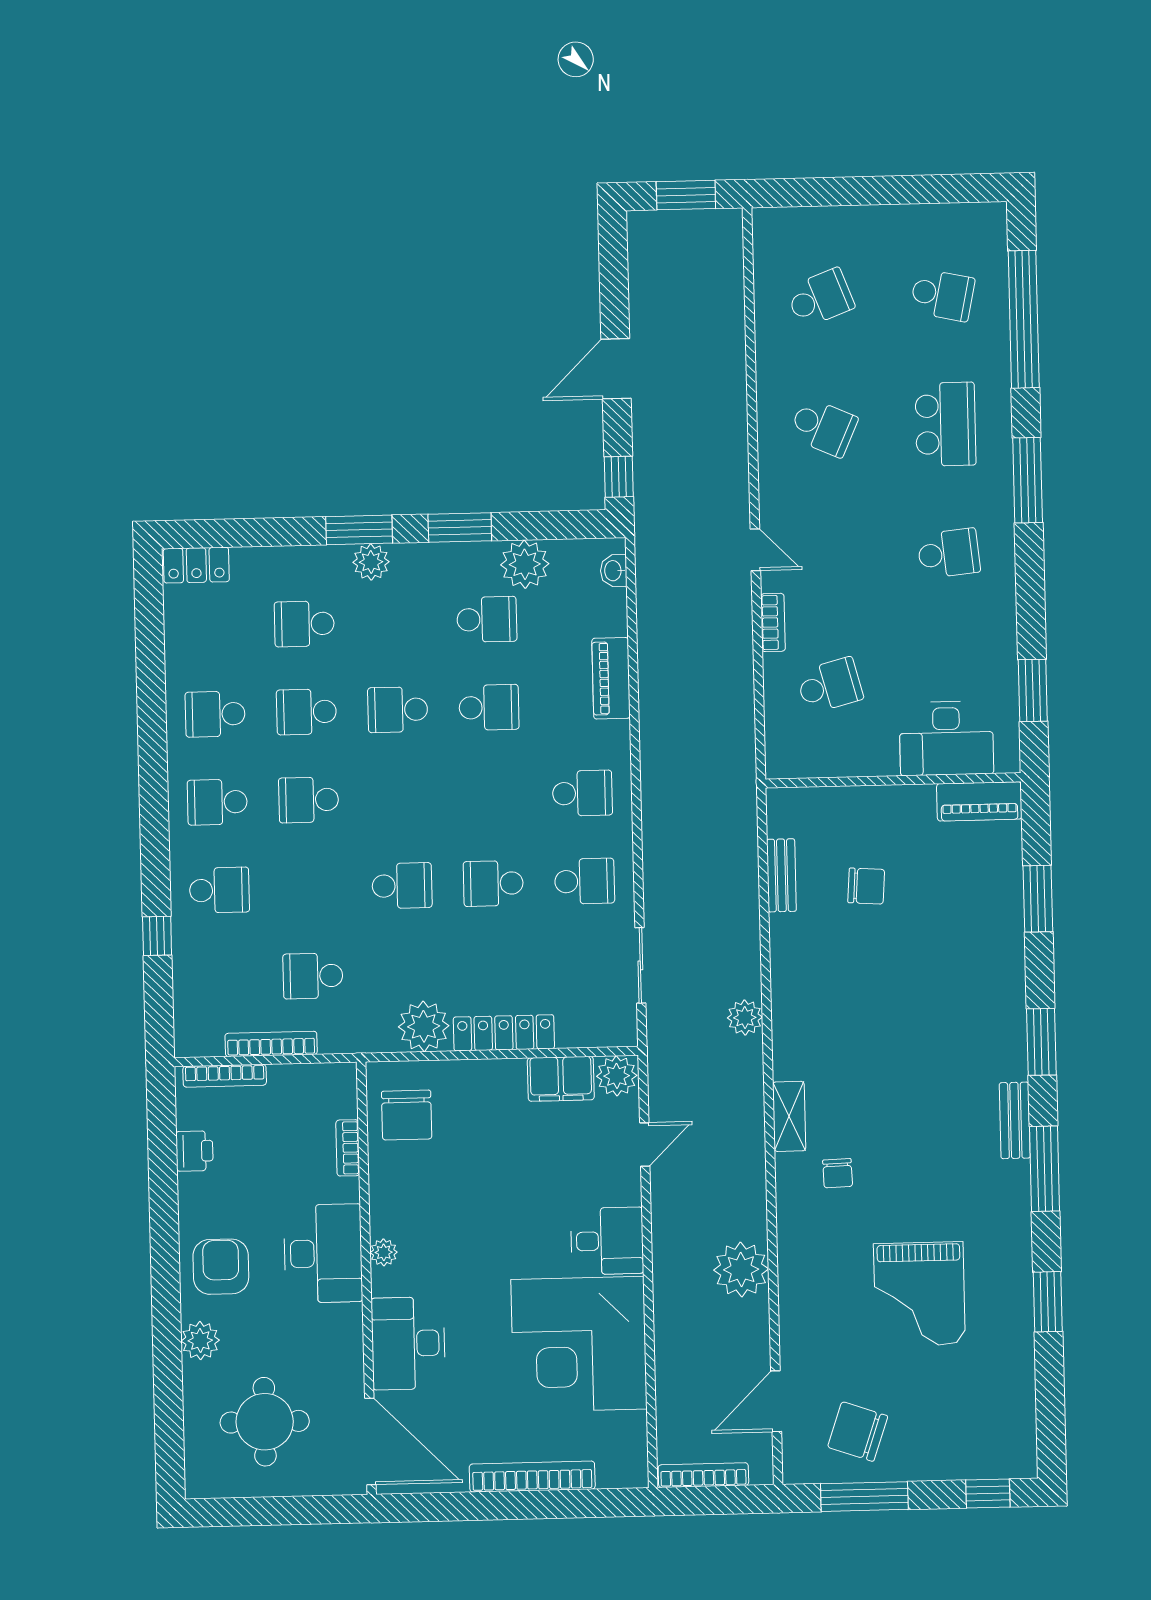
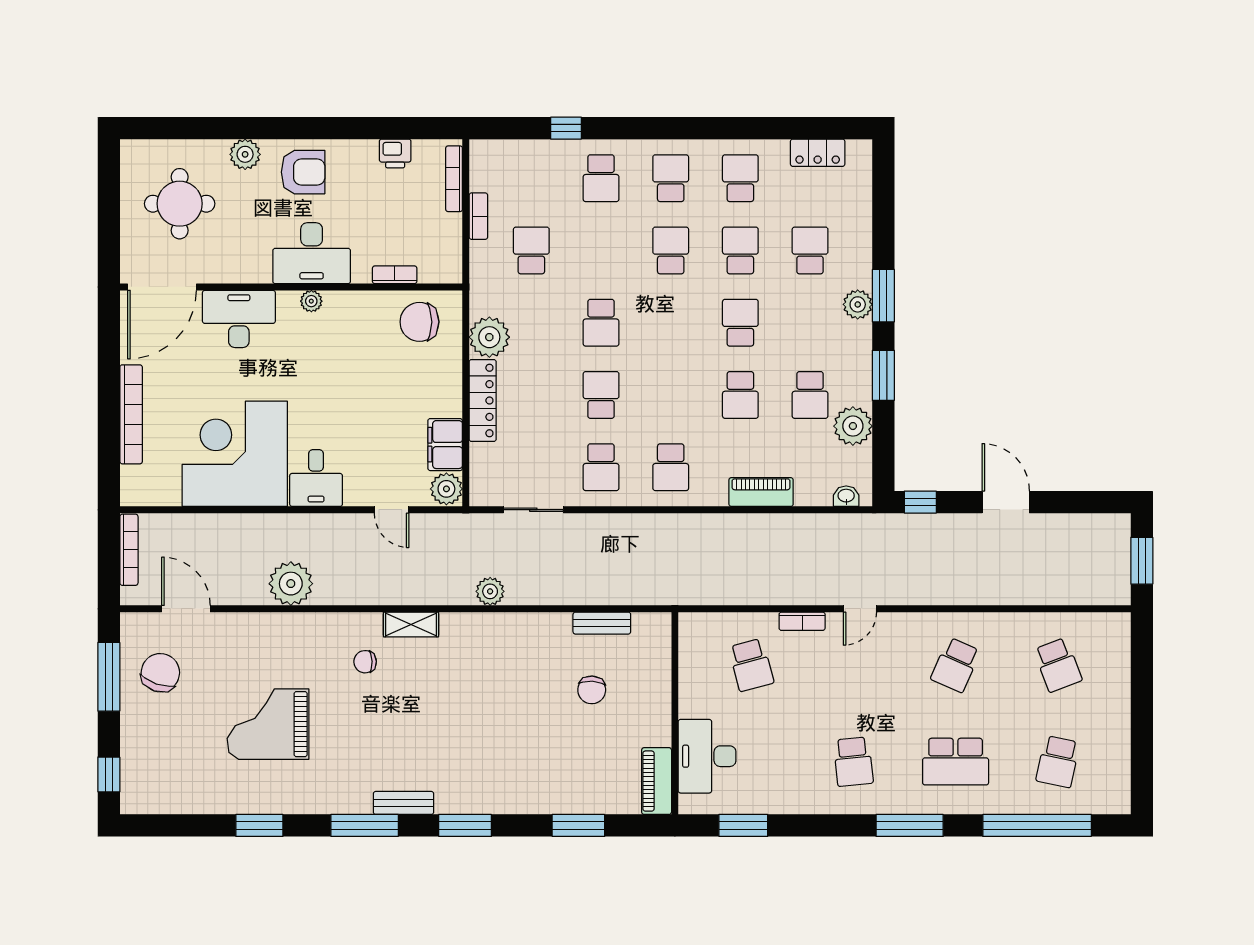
locker: (196, 565) -> (818, 153), moved, turned -90
bookcase: (271, 1044) -> (478, 216), width x0.64

